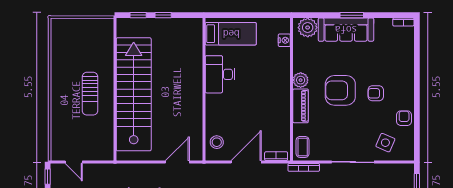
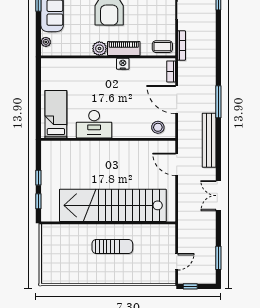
plant: (308, 28) -> (46, 42), width x0.53, depth x0.53
nightstand: (284, 40) -> (123, 64), moved

